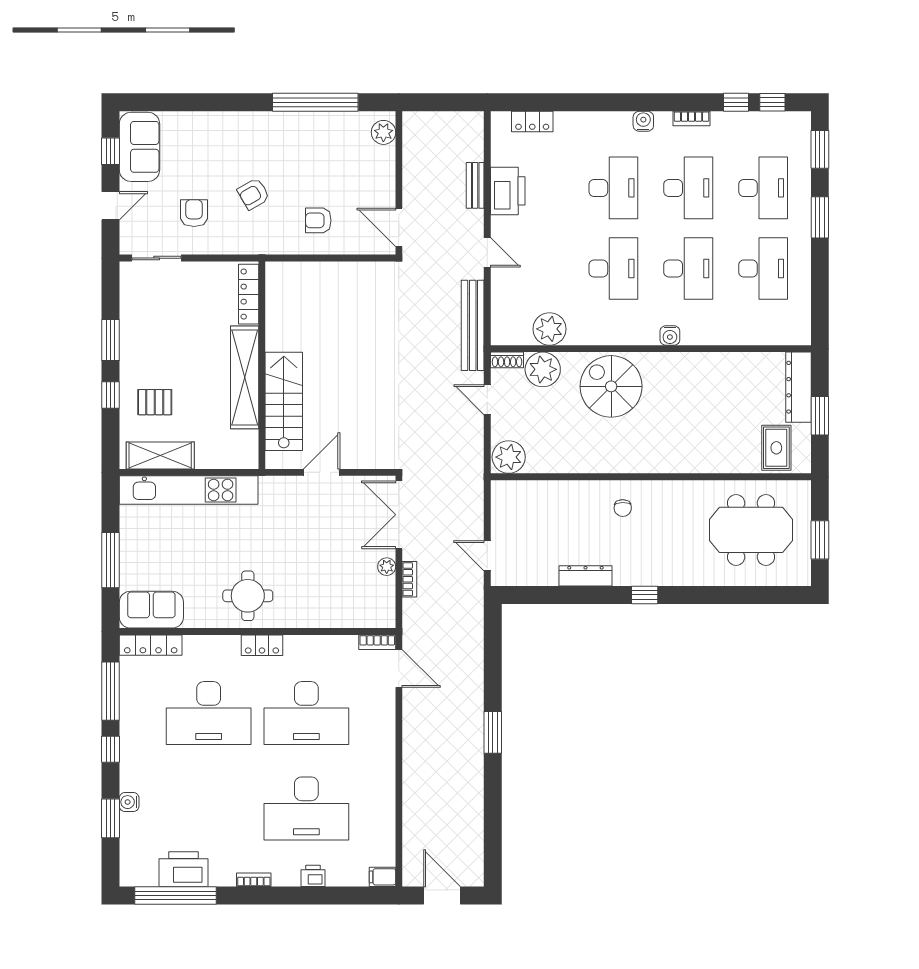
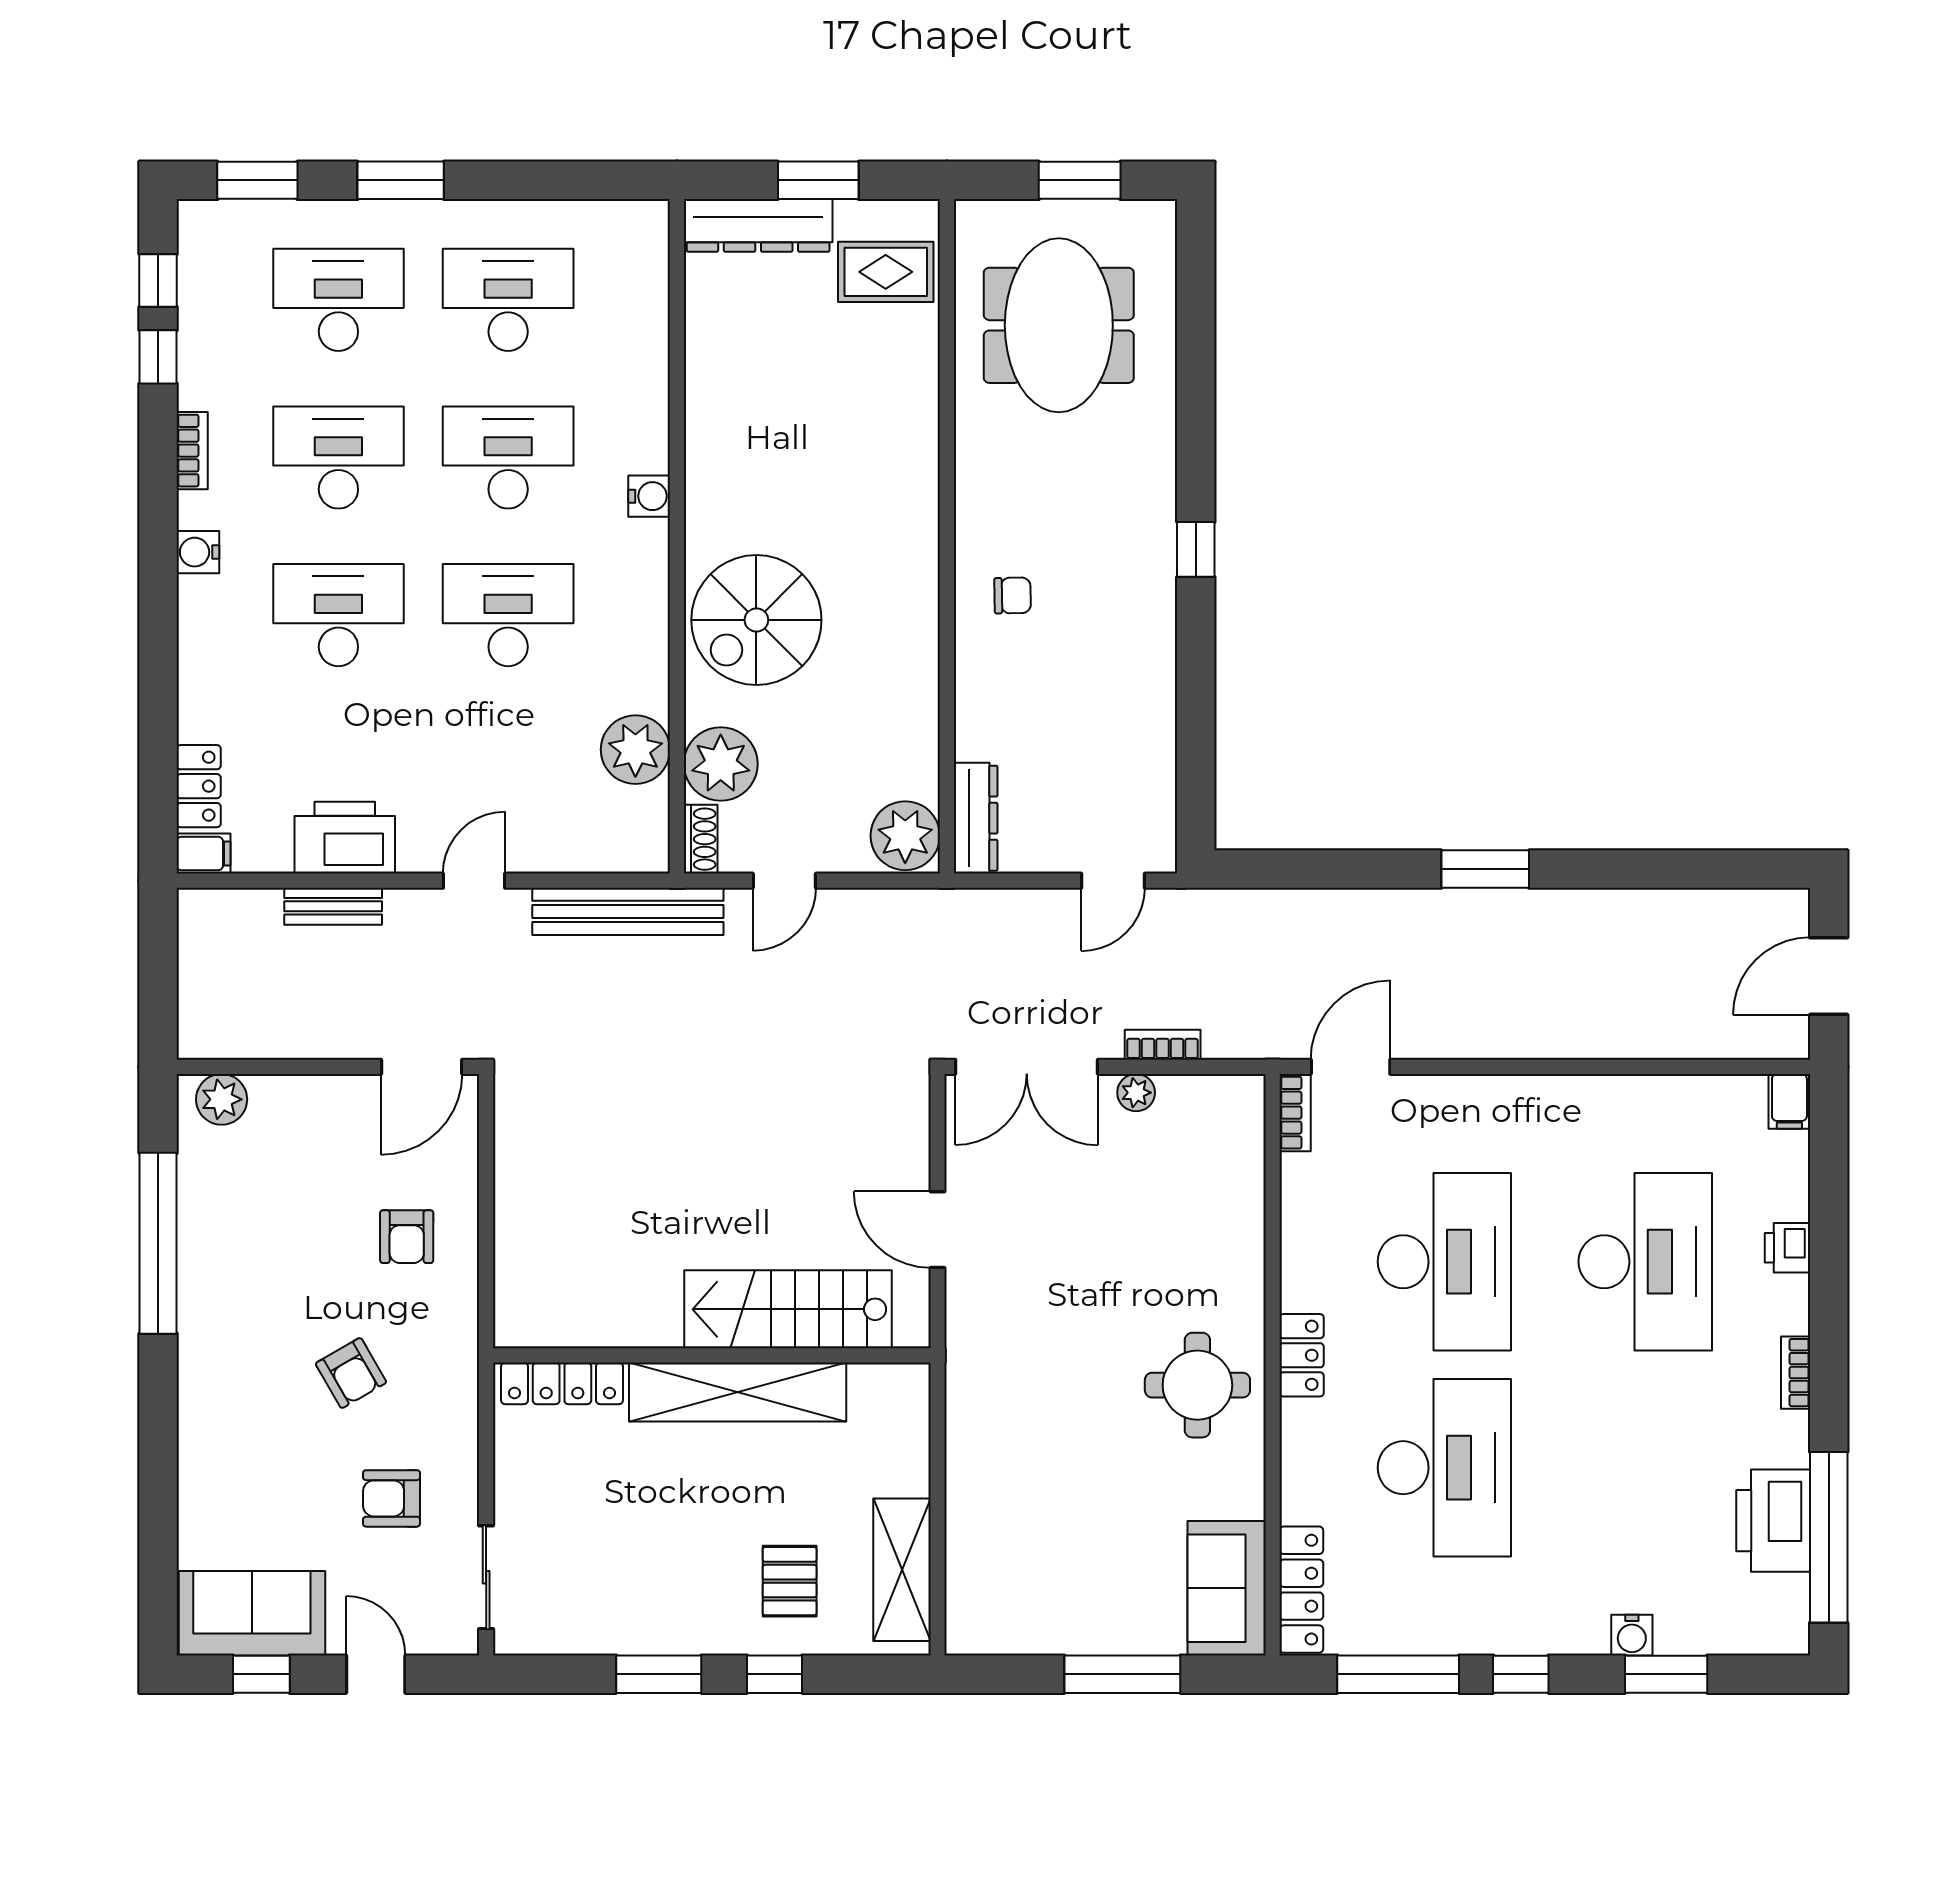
filing cabinet: (500, 124) -> (204, 854), added
kitchen unit: (189, 490) -> (975, 1510), removed
dresser: (585, 576) -> (976, 818), moved, turned 180

